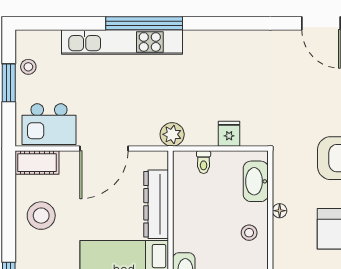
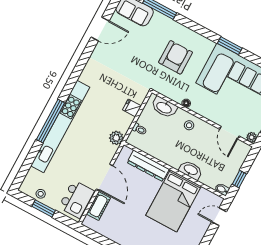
kitchen unit: (122, 42) -> (60, 127), width x1.36
cot: (37, 163) -> (98, 206), moved
stool: (41, 216) -> (122, 229), removed

